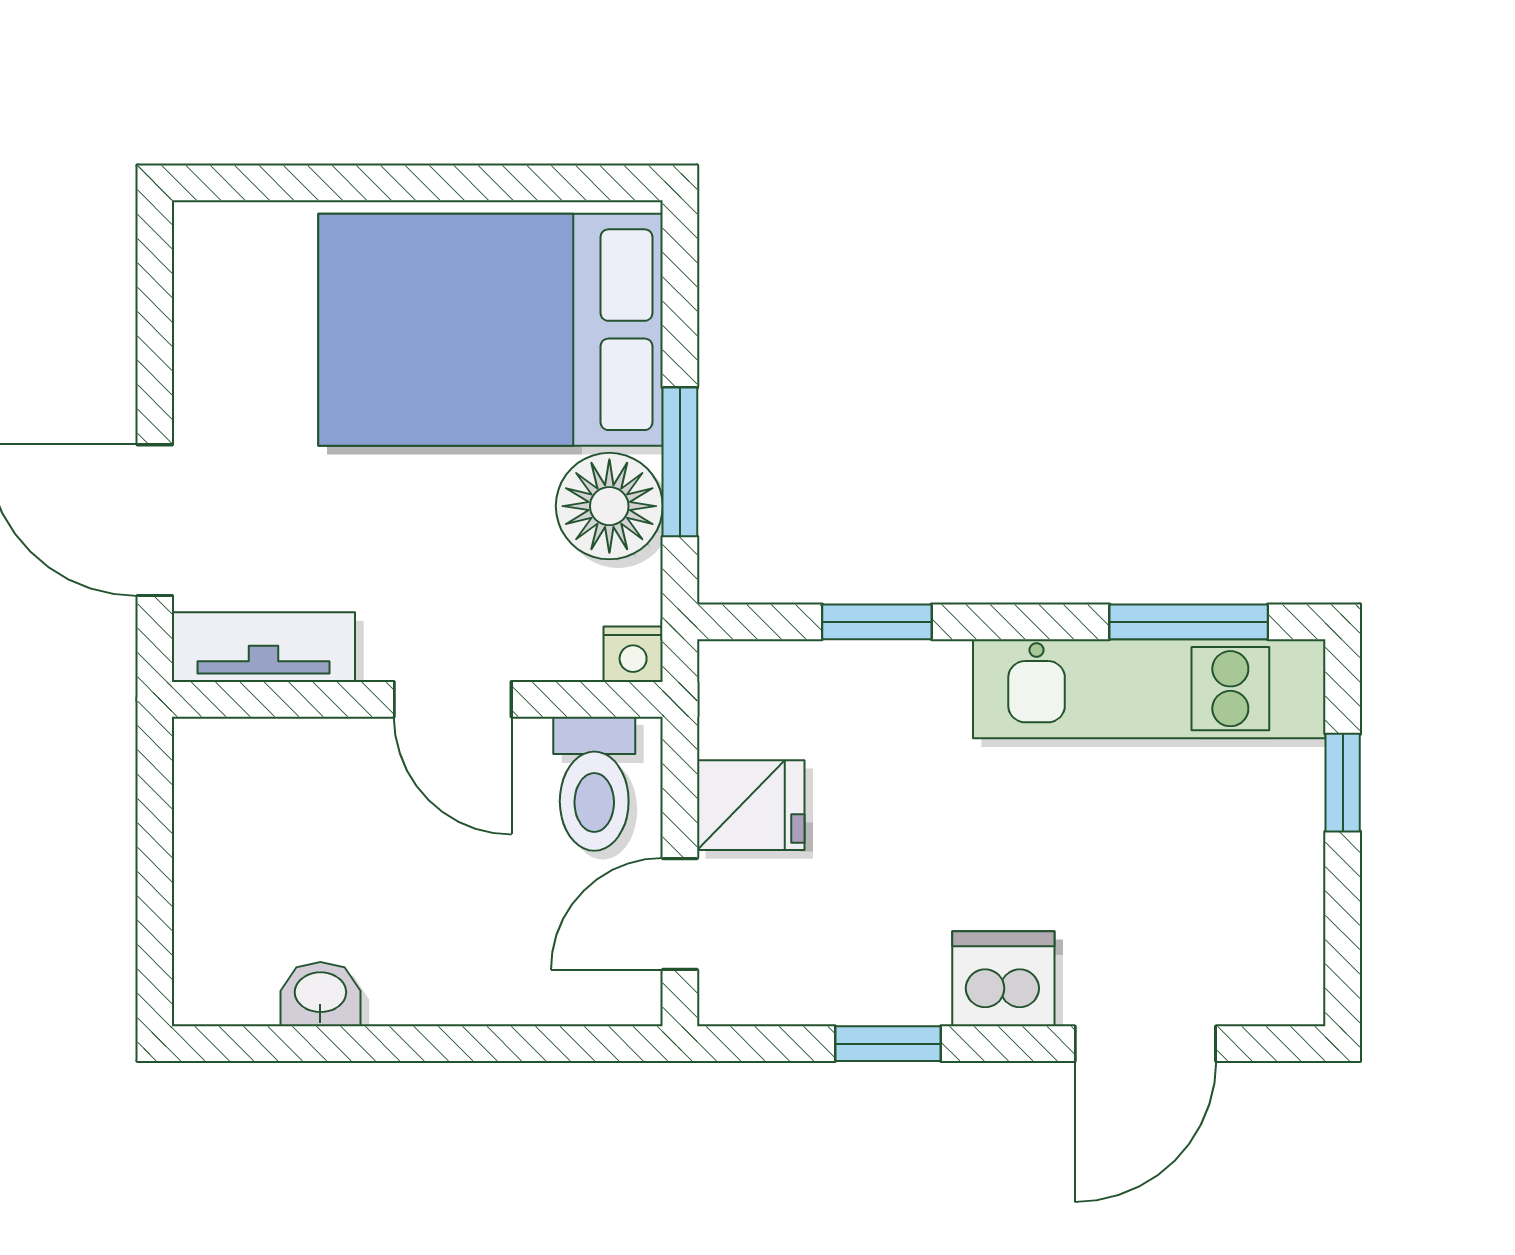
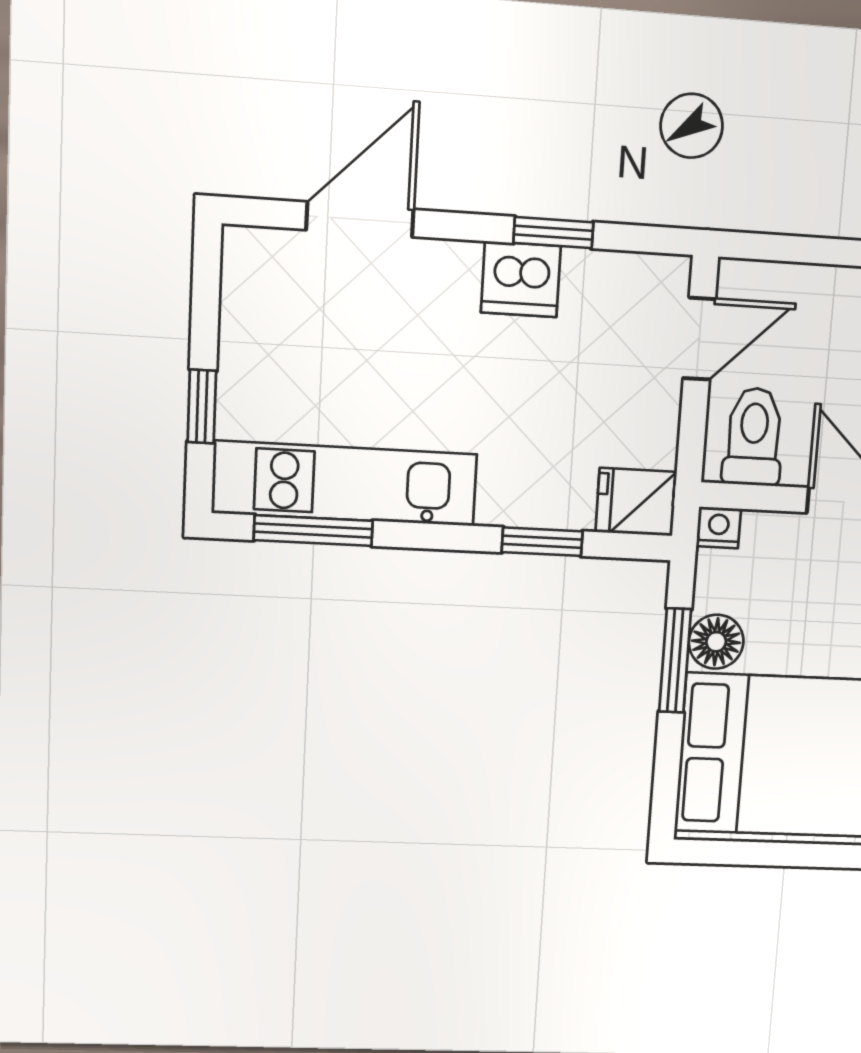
floor lamp: (609, 506) -> (716, 642), width x0.73, depth x0.73
fridge: (751, 805) -> (636, 502), moved
dishwasher: (1003, 979) -> (521, 279), moved

